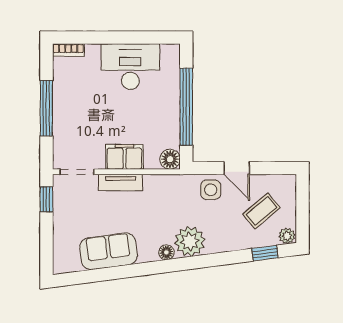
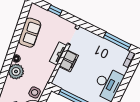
window: (46, 108) -> (117, 41), moved
floor lamp: (170, 159) -> (57, 81), removed
window: (46, 199) -> (55, 10), moved

